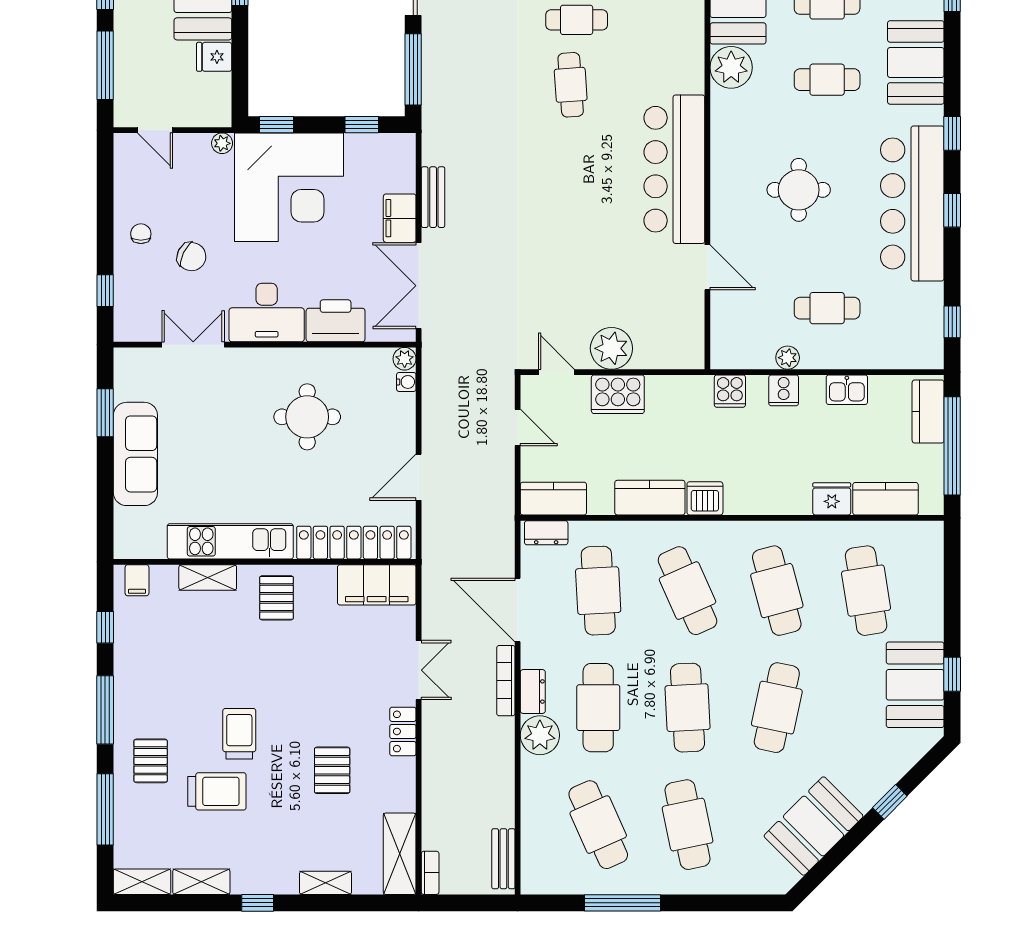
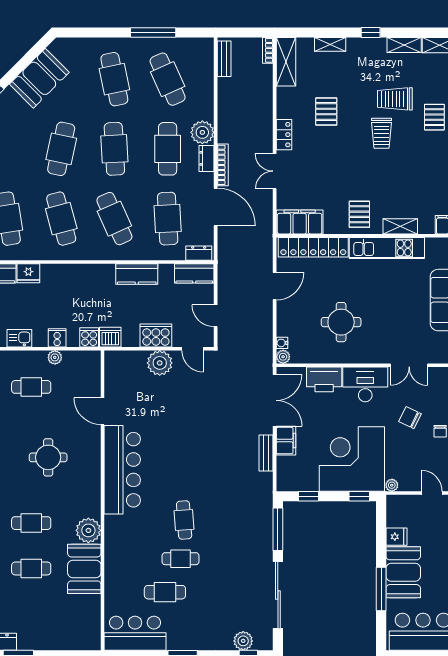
dishwasher: (705, 498) -> (110, 337), moved, turned 180

